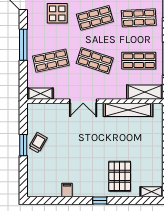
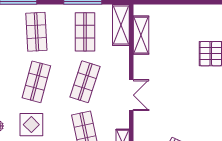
shop shelf: (95, 18) -> (36, 82), turned 30
shelving: (128, 110) -> (141, 35), width x0.68

